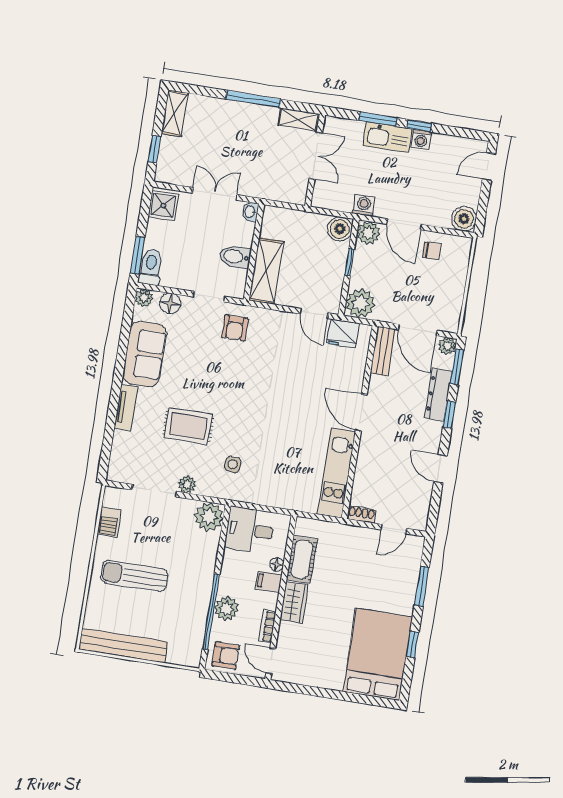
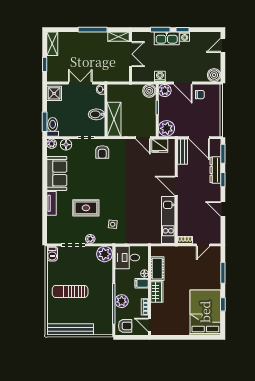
plant: (447, 346) -> (216, 144), removed
barbecue: (109, 522) -> (52, 254), moved

